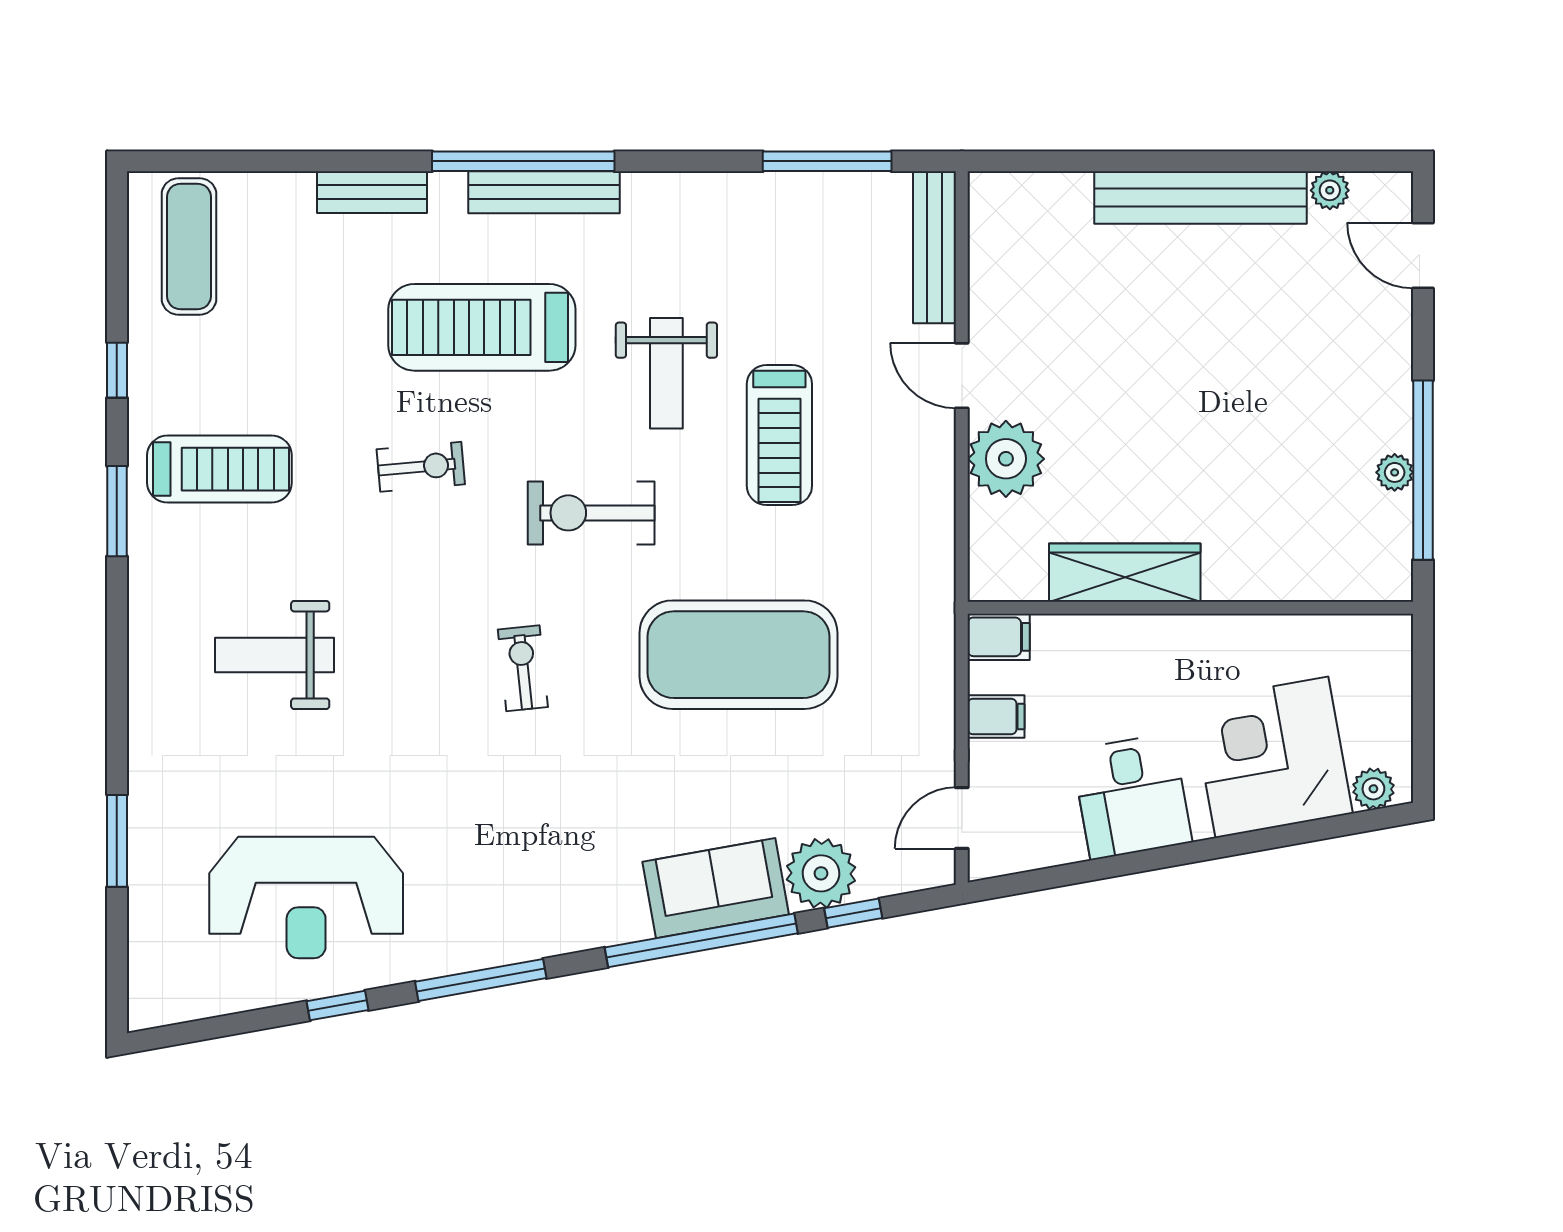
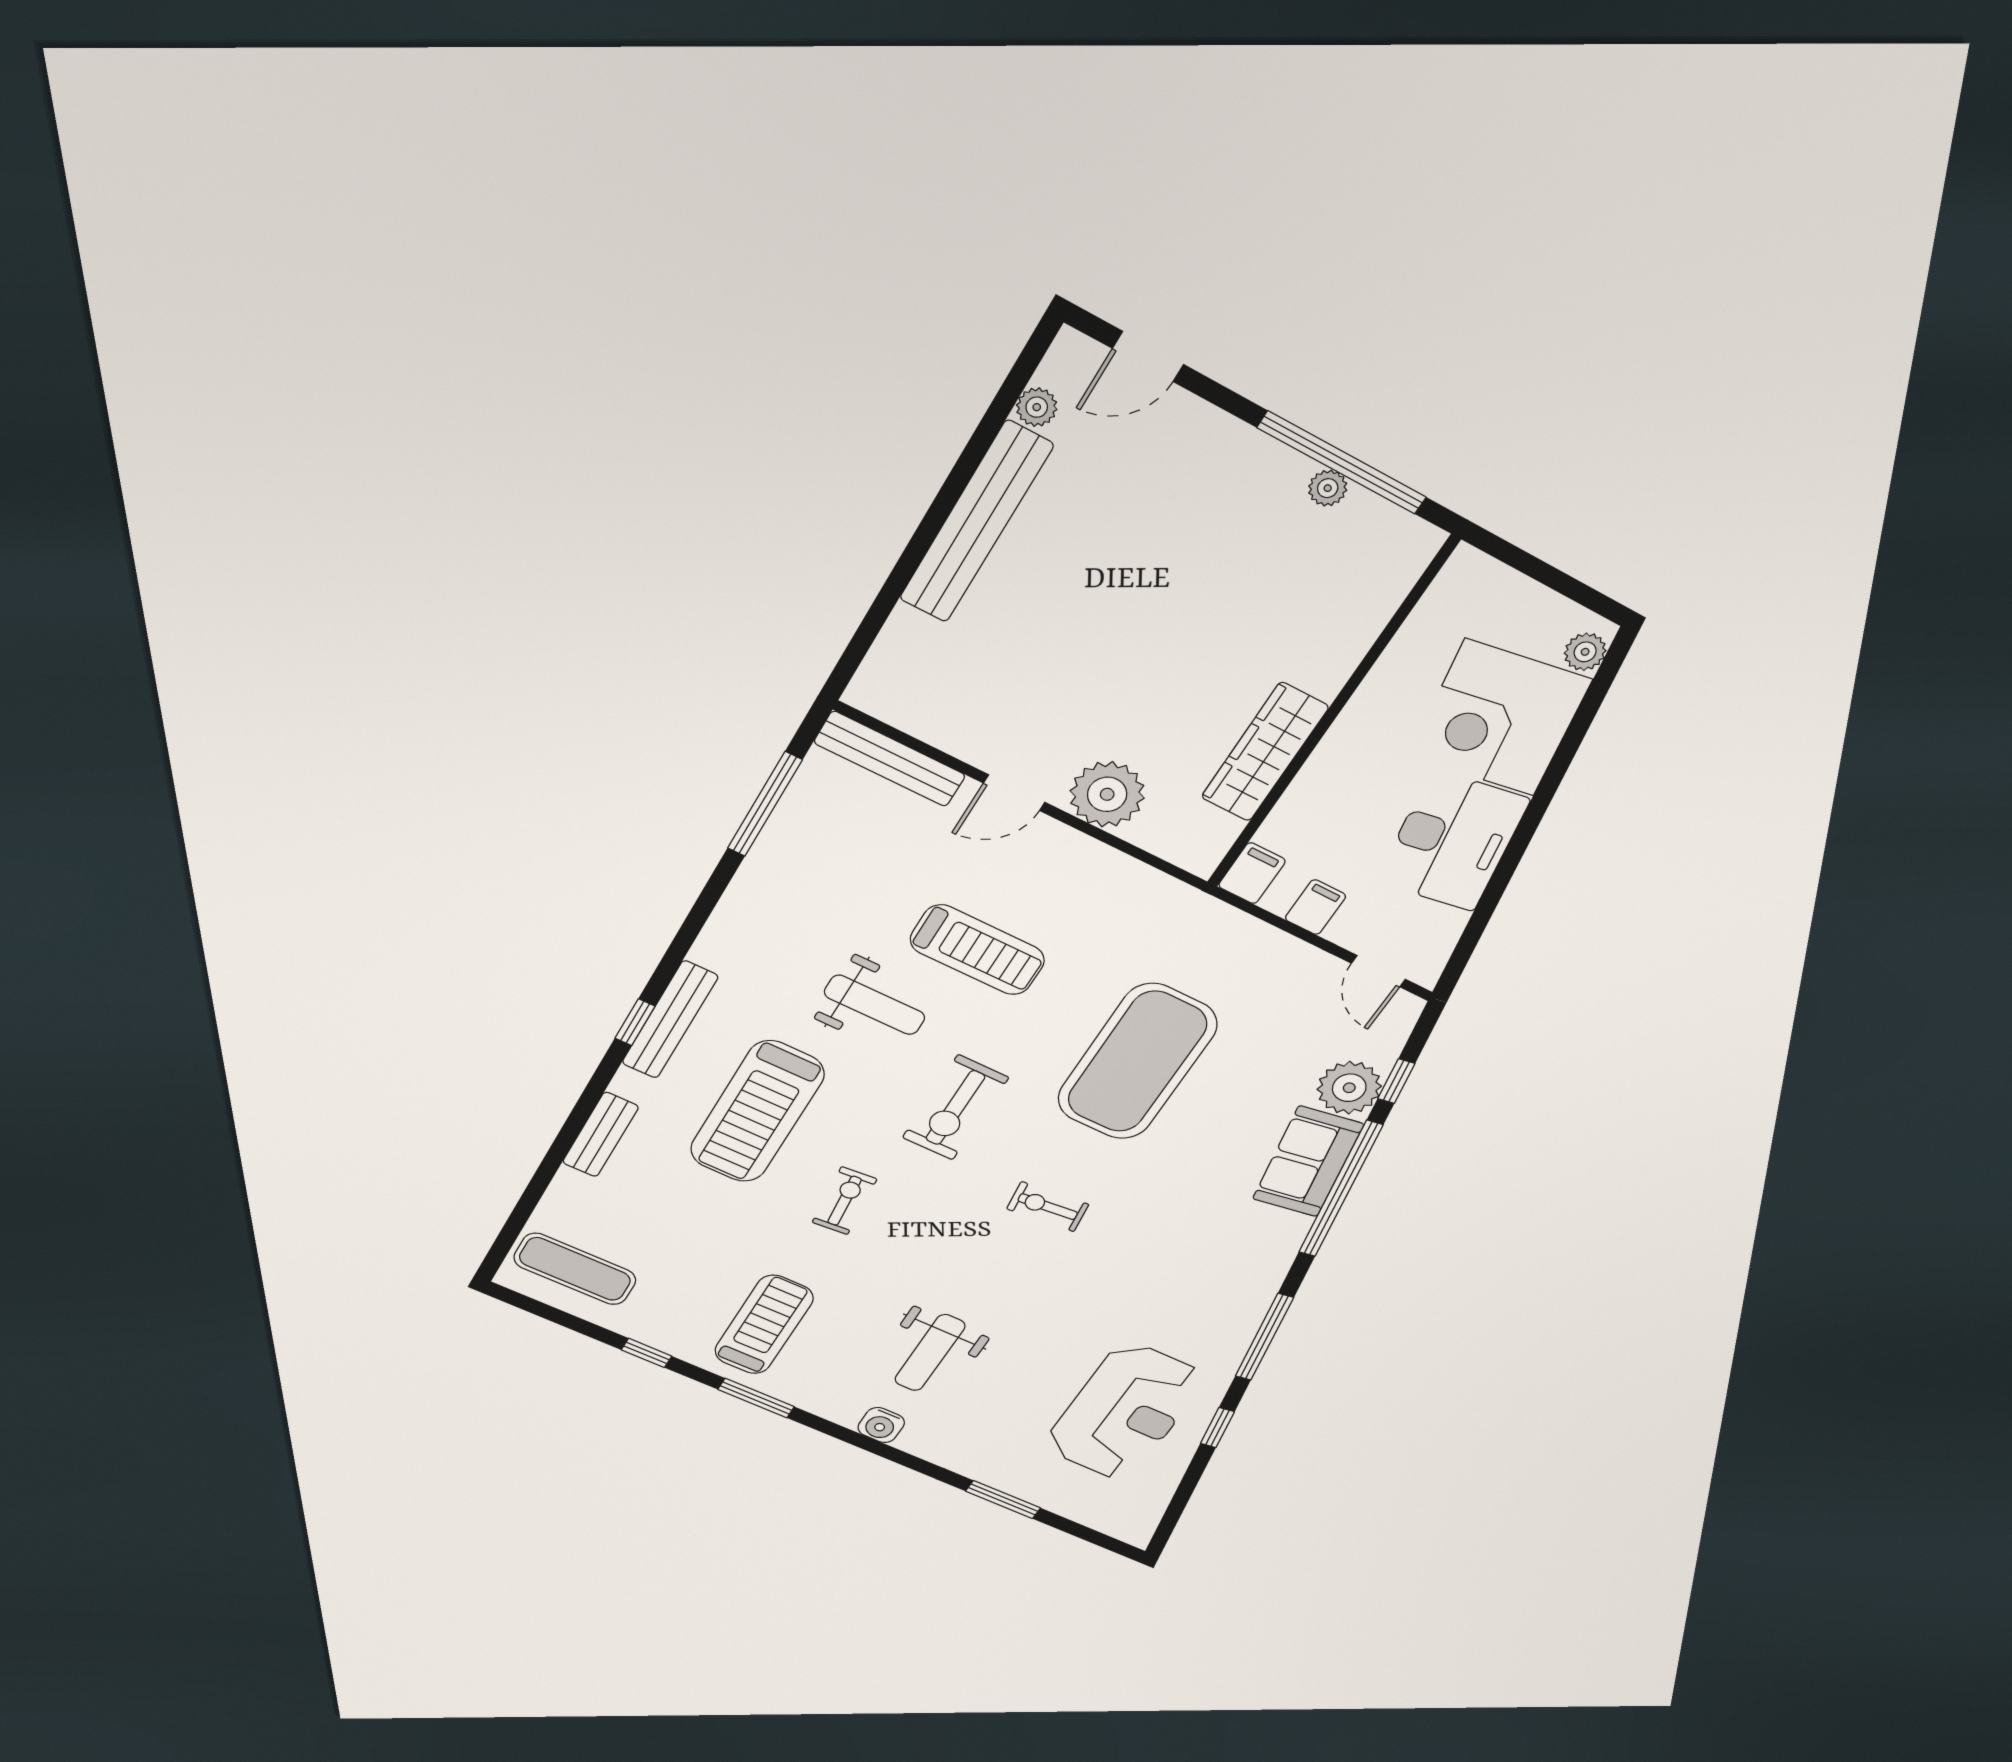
window: (523, 161) -> (635, 1022), width x0.32
water cooler: (150, 658) -> (881, 1425), added
desk: (1132, 796) -> (1453, 841), width x1.37

